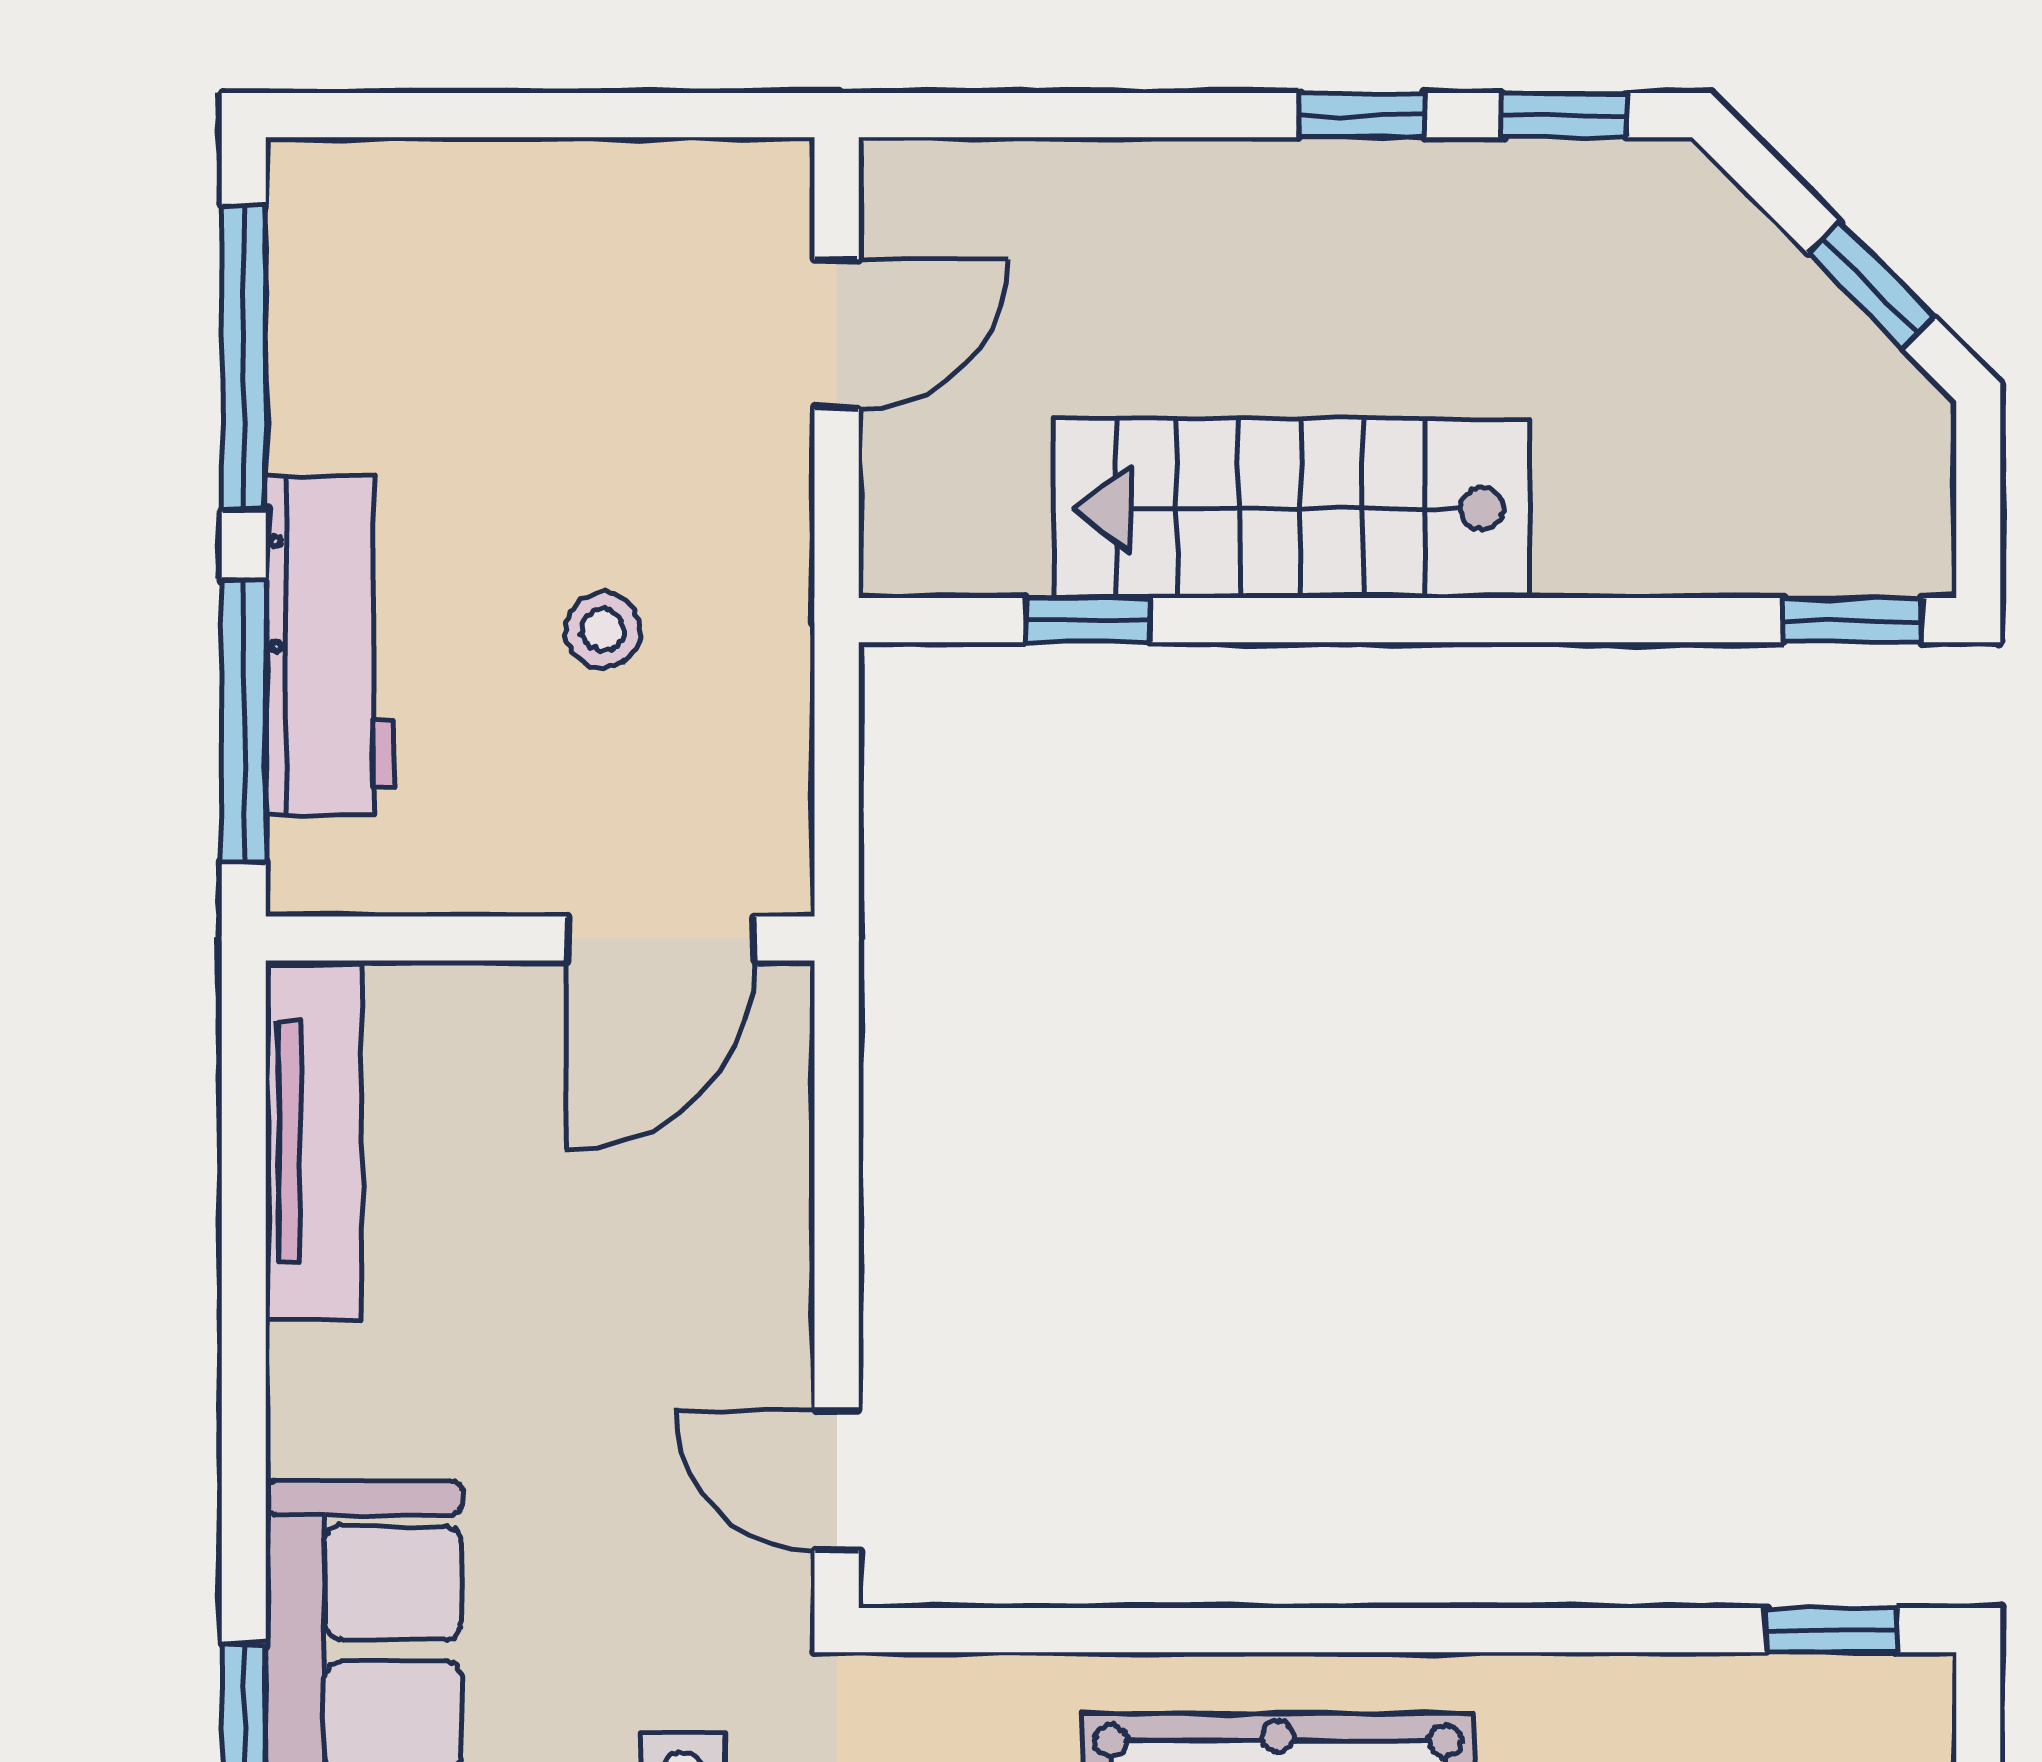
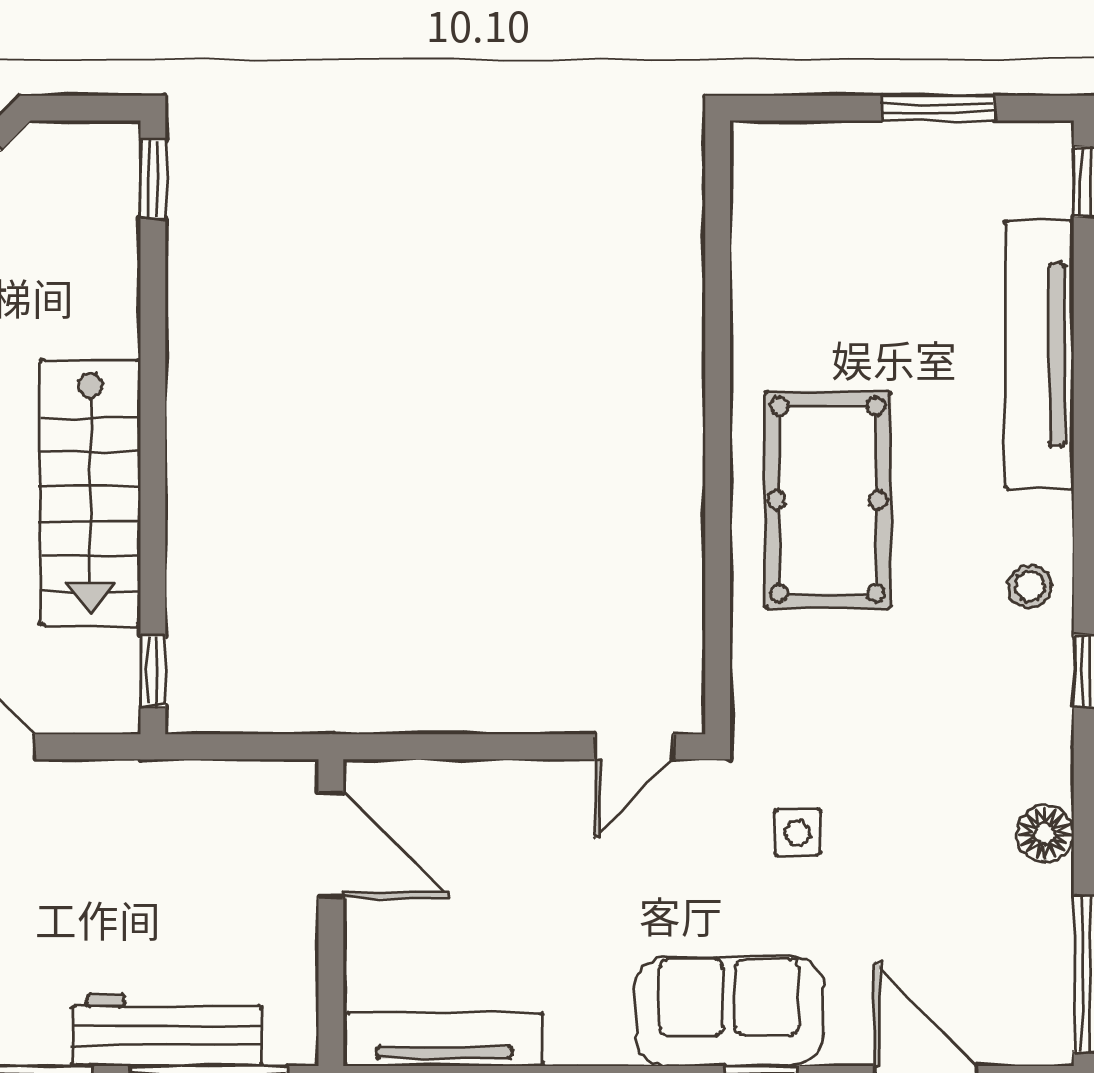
window: (1088, 620) -> (153, 671), moved
stool: (603, 630) -> (158, 877), removed
window: (1831, 1630) -> (718, 190), removed

